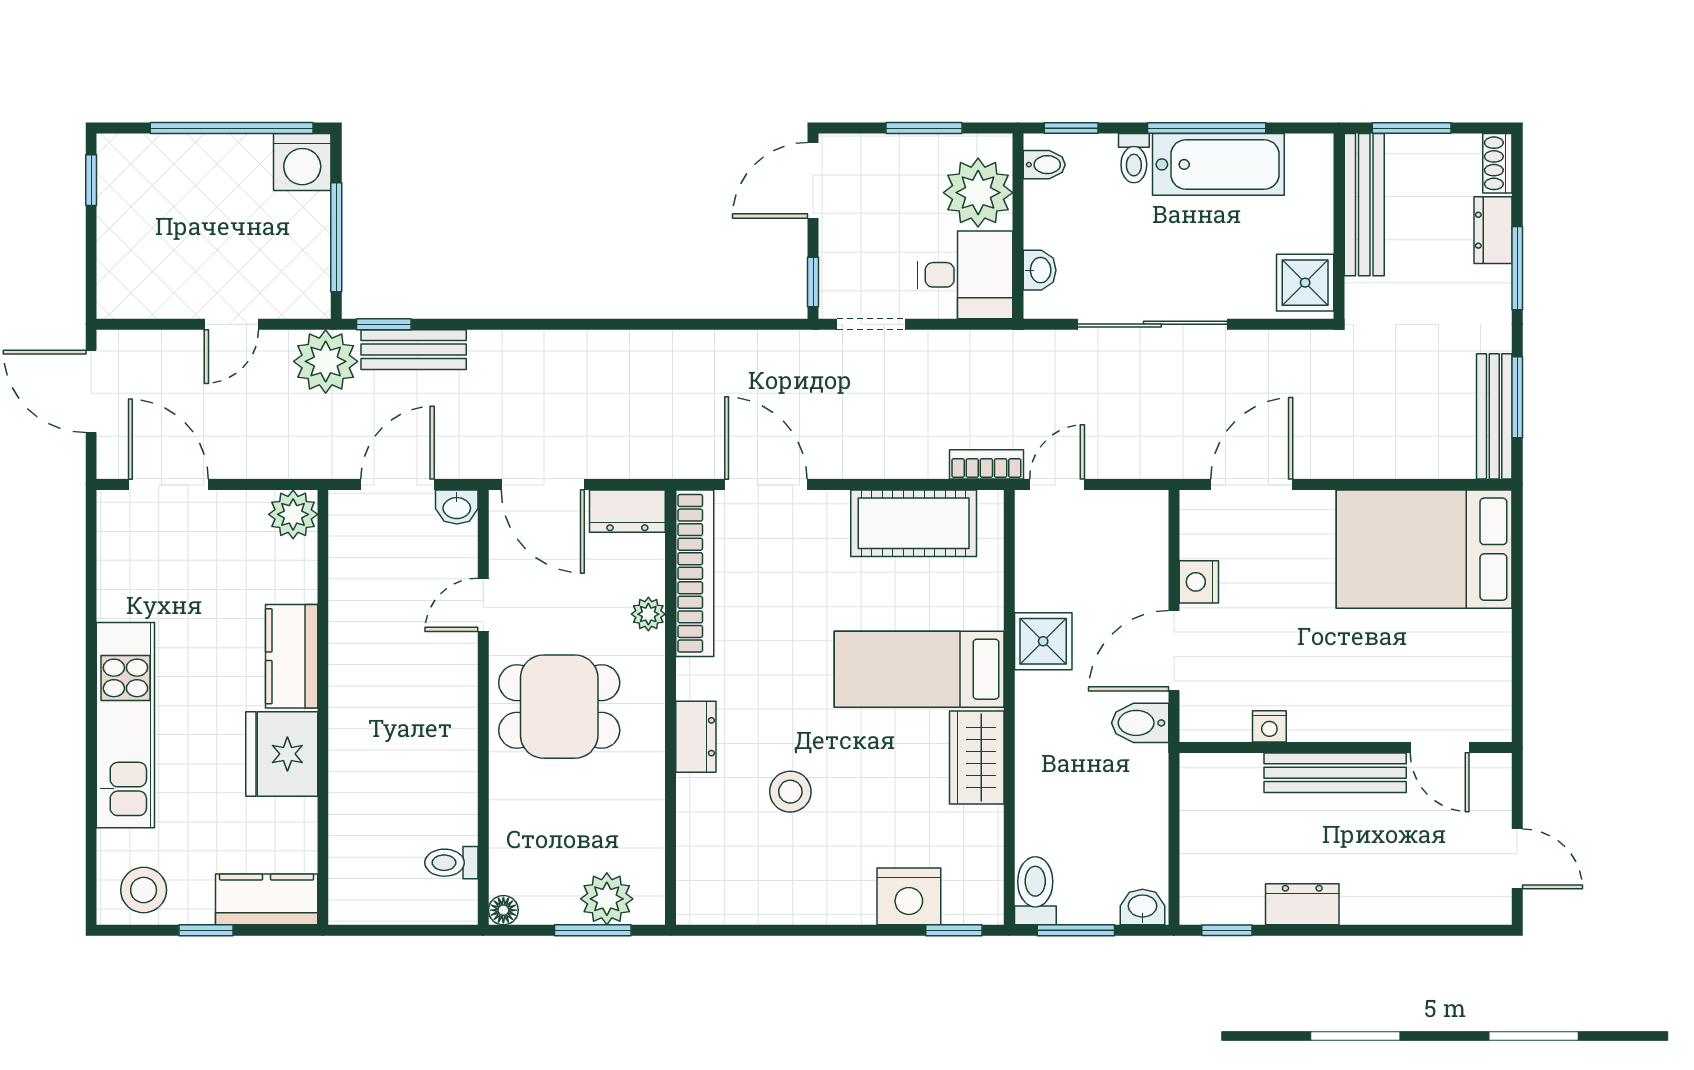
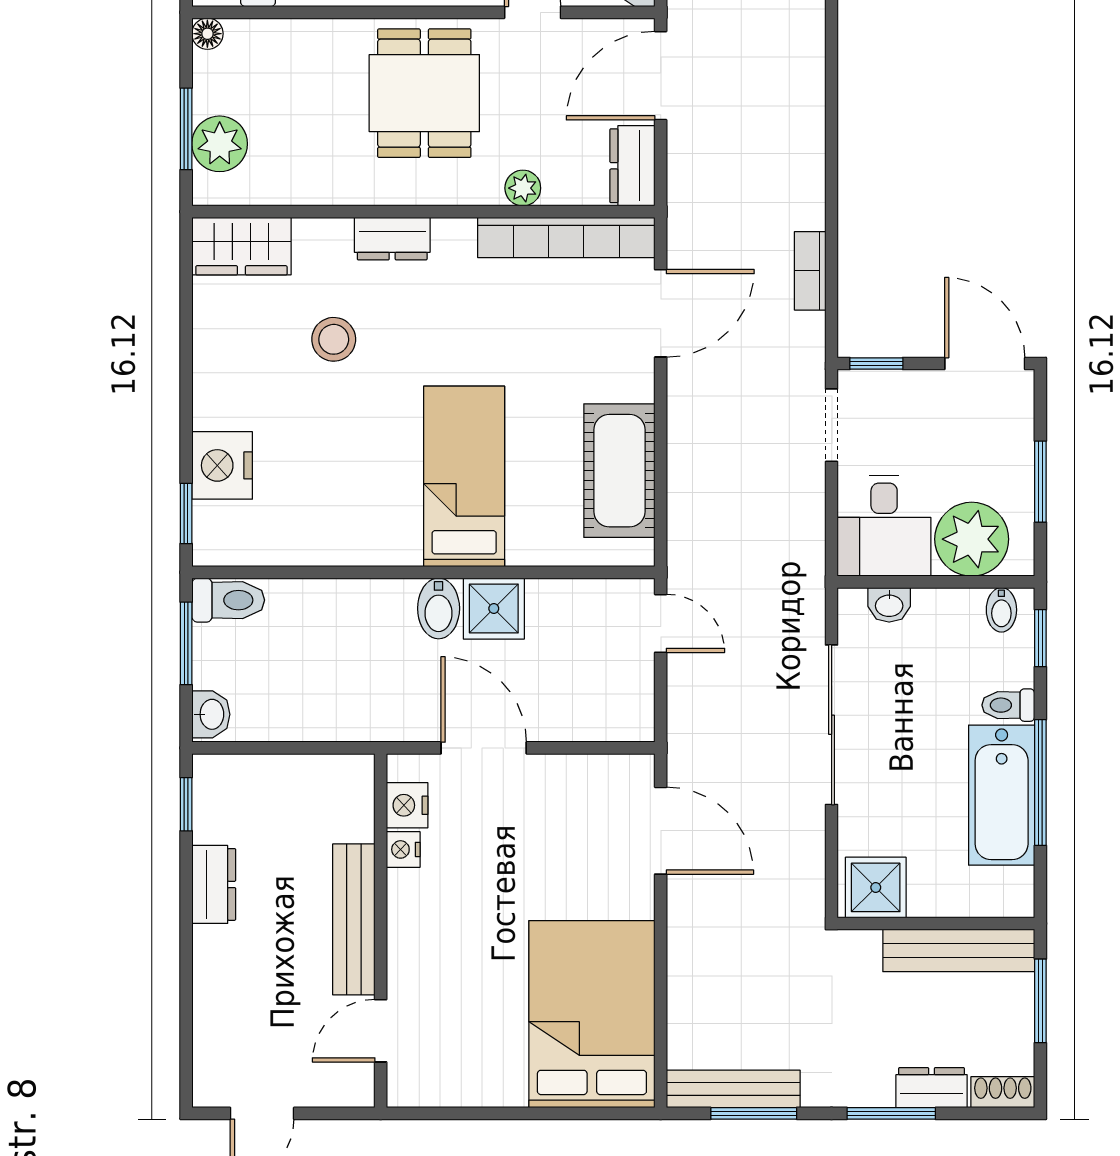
bookcase: (986, 464) -> (810, 271), moved, turned 180
nightstand: (1199, 582) -> (407, 805), moved, turned -90
bidet: (1140, 723) -> (439, 608), moved, turned 180
wardrobe: (977, 757) -> (241, 246), moved, turned 180

